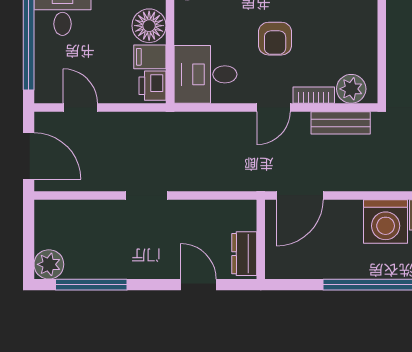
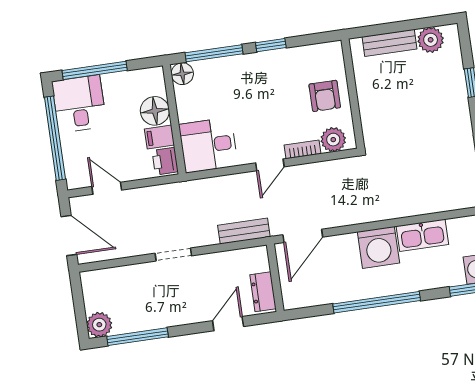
armchair: (275, 39) -> (325, 96), moved
bench: (341, 123) -> (244, 231), moved
door: (198, 285) -> (228, 324), hinge flipped

